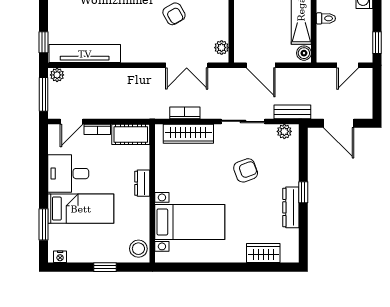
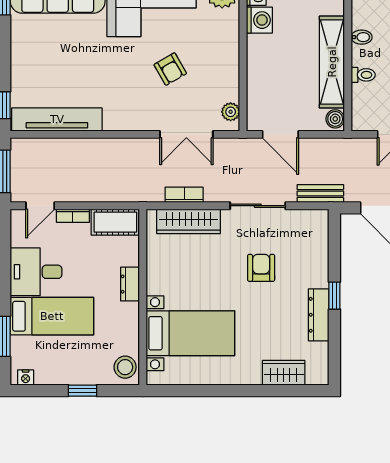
plant: (57, 75) -> (22, 147), removed
plant: (284, 131) -> (310, 218), removed
armchair: (246, 170) -> (261, 268), turned -70

